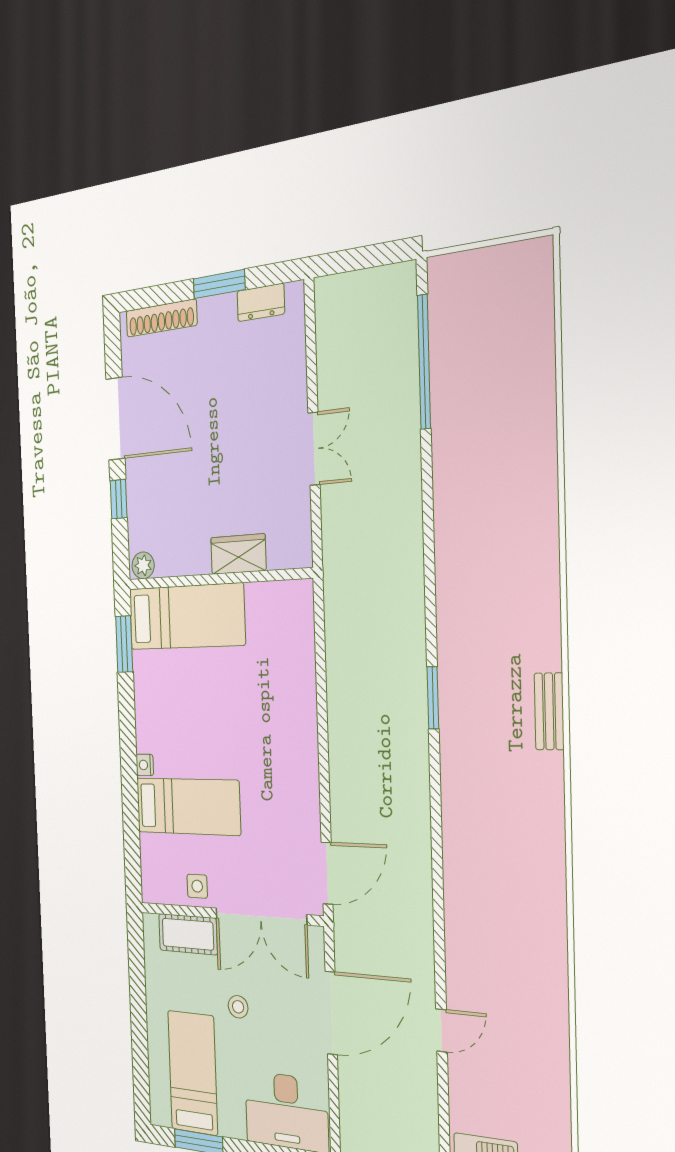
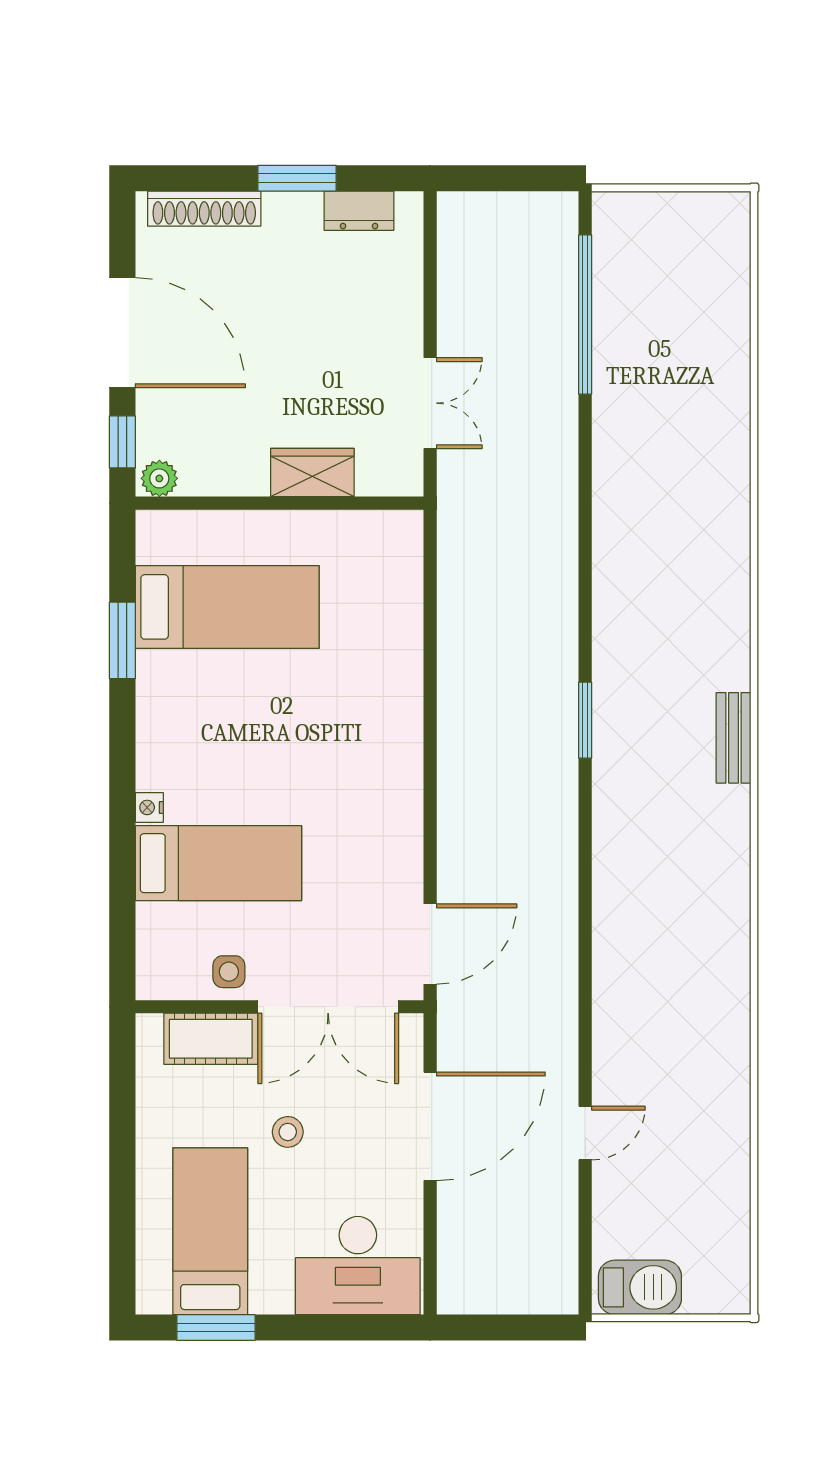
wardrobe: (238, 554) -> (312, 473), moved
plant: (143, 565) -> (159, 478), moved
wall: (218, 579) -> (279, 503), moved

